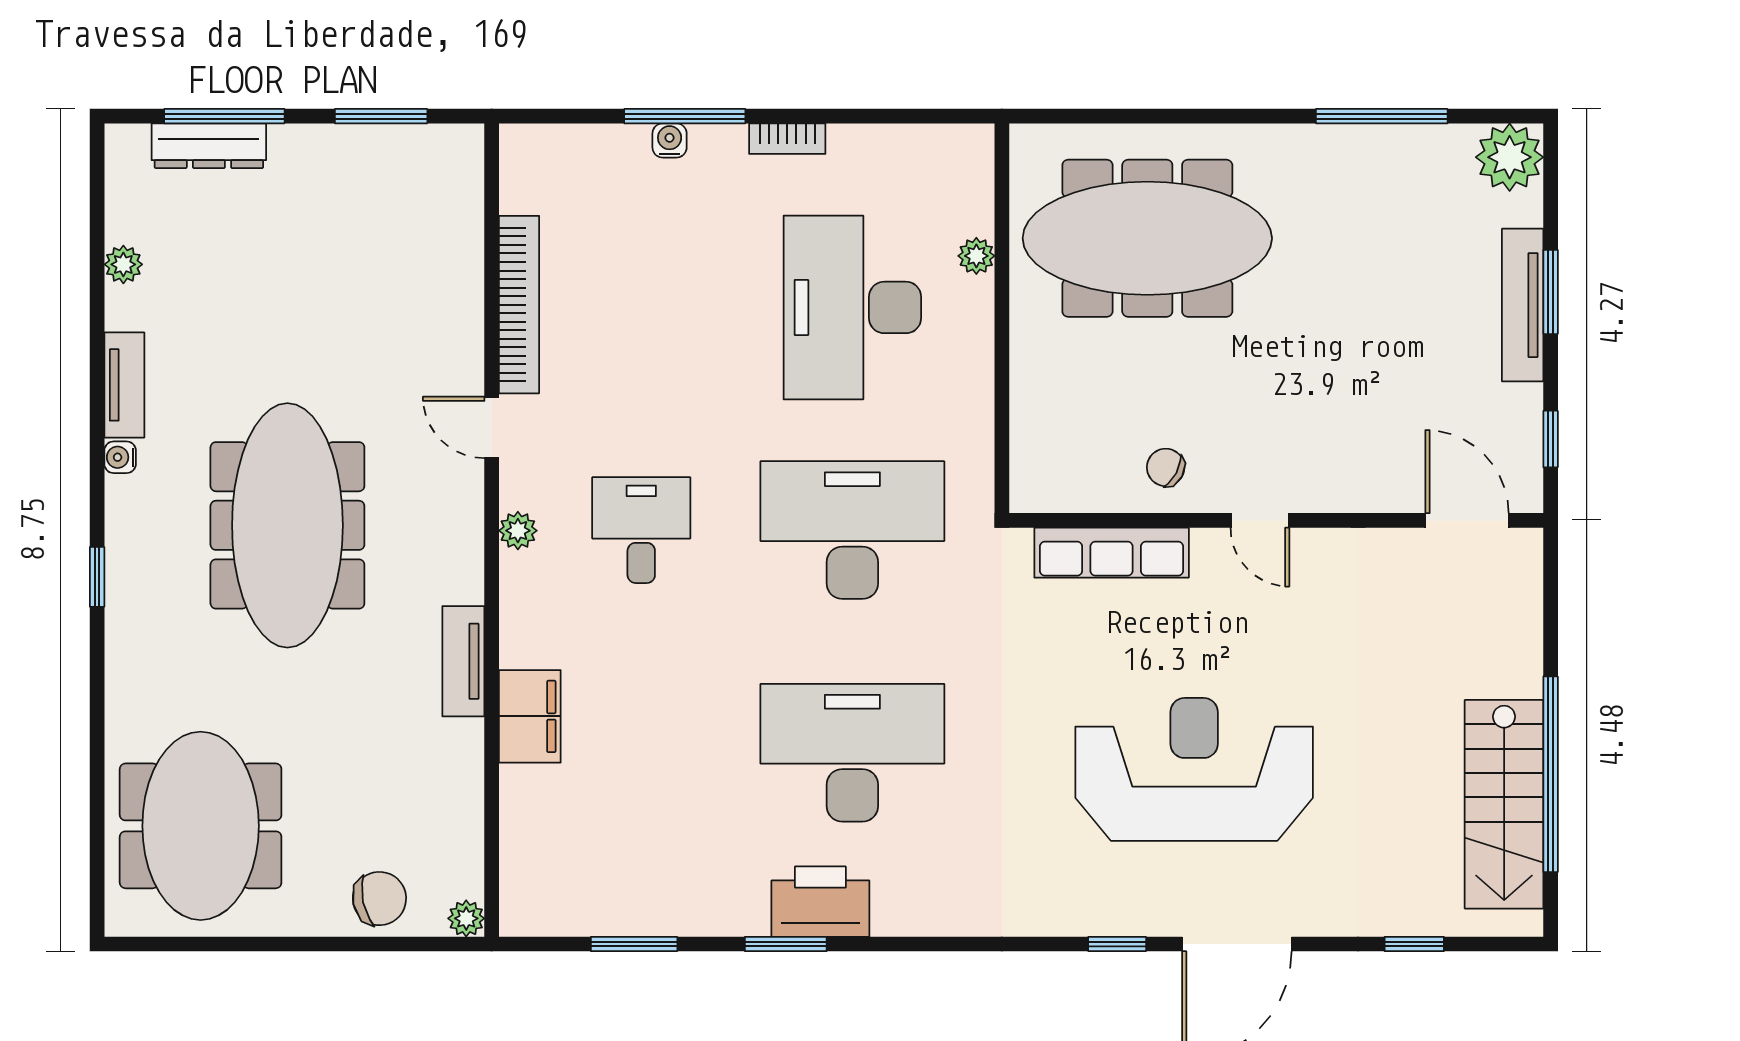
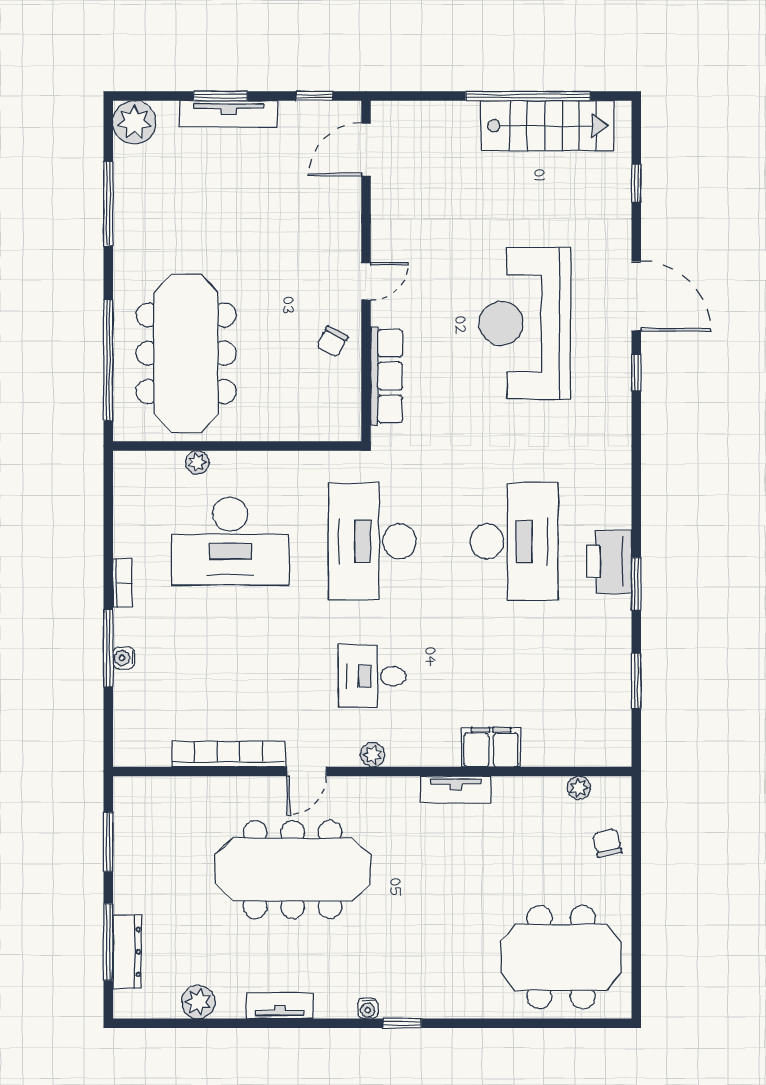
window: (1136, 116) -> (108, 360), added
plant: (123, 264) -> (198, 1002), width x1.38, depth x1.38
water cooler: (120, 457) -> (368, 1009), moved
meeting table: (287, 525) -> (293, 869), moved
desk: (852, 753) -> (514, 541), turned 180
chair: (379, 899) -> (607, 843), width x0.73, depth x0.73
plant: (466, 918) -> (579, 788), moved

